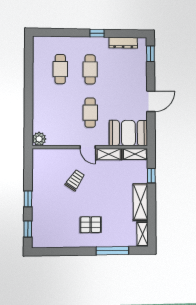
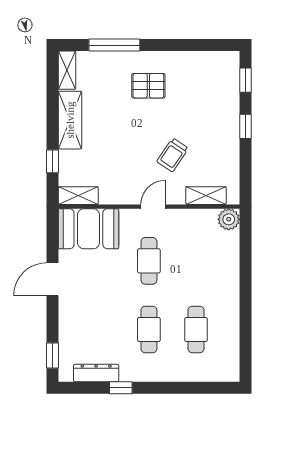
window: (97, 33) -> (121, 388), moved
door: (88, 147) -> (153, 207), hinge flipped
shelving: (109, 154) -> (206, 196), moved

